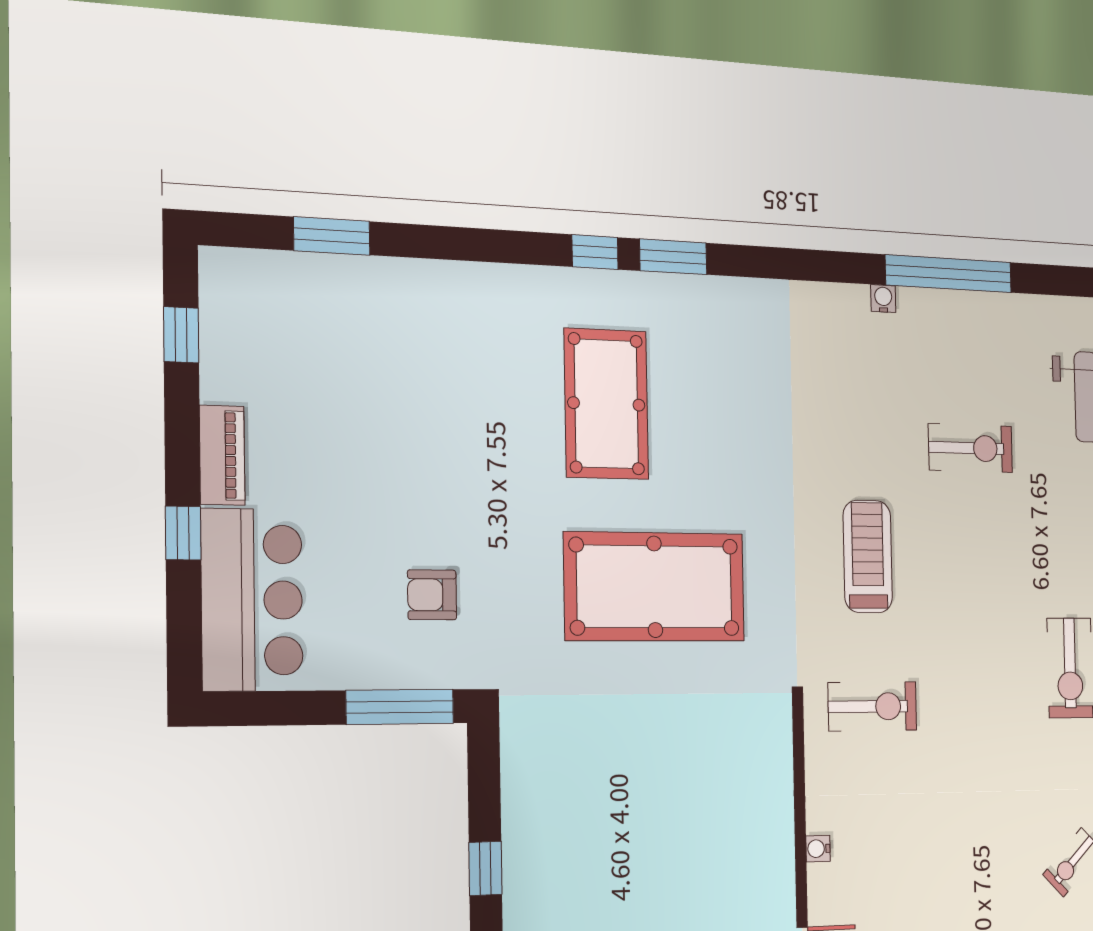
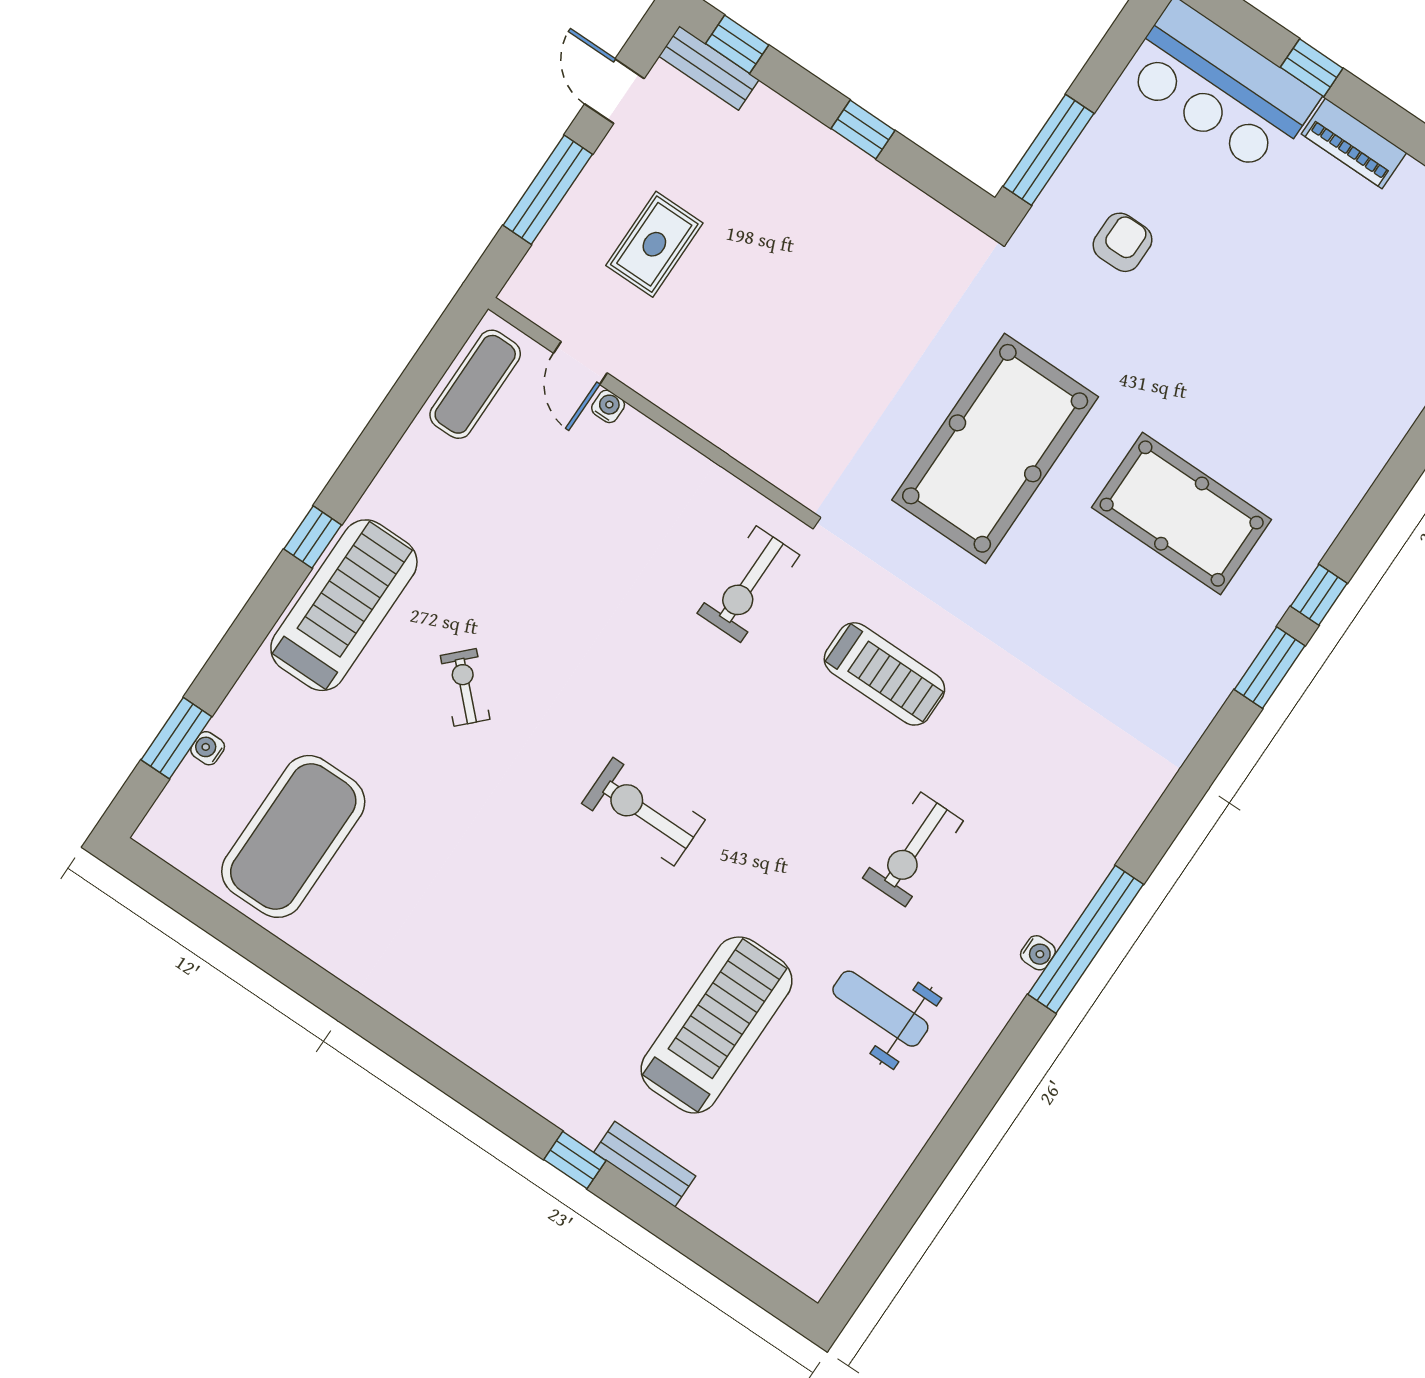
water cooler: (883, 299) -> (1038, 953), moved
water cooler: (818, 849) -> (608, 406), moved

